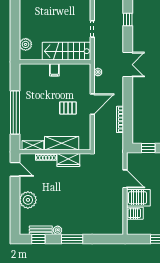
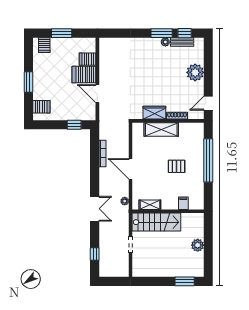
plant: (26, 44) -> (198, 245), moved
double door: (128, 65) -> (95, 209), swing flipped
filing cabinet: (54, 70) -> (183, 203), moved
door: (92, 104) -> (130, 169), hinge flipped
pallet: (68, 108) -> (177, 166), moved
shelving: (33, 145) -> (150, 205), moved
door: (15, 169) -> (208, 103), hinge flipped
window: (72, 239) -> (162, 33), moved

